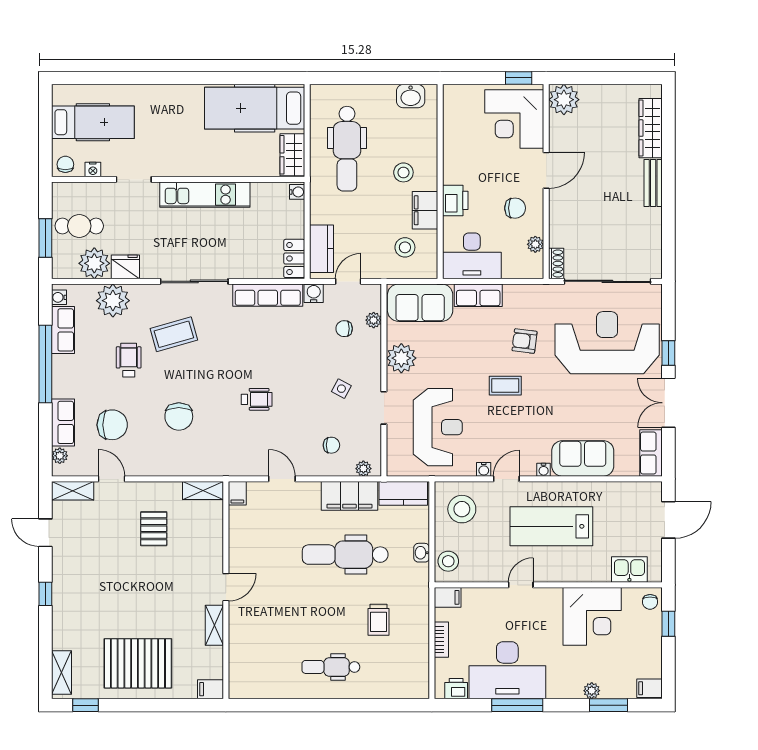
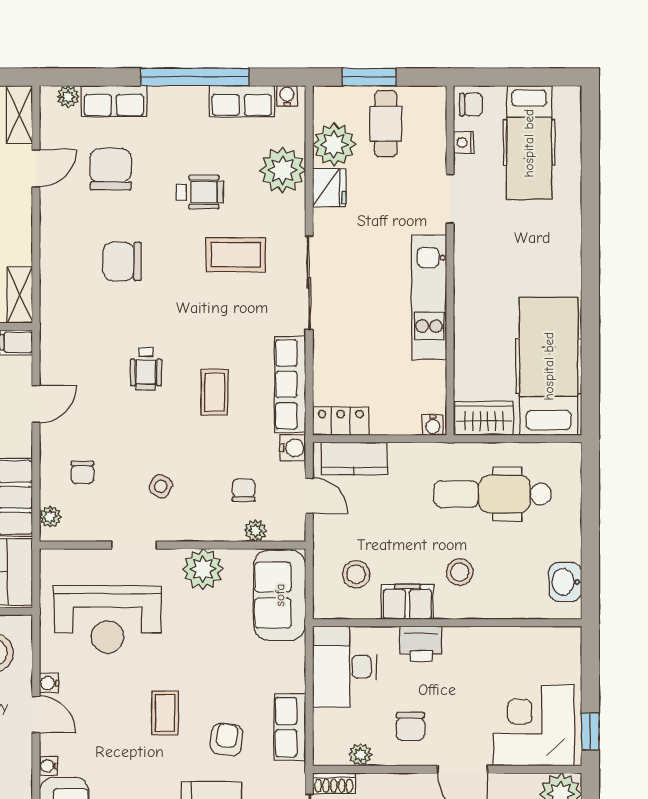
row of seats: (478, 295) -> (290, 727), moved
coffee table: (174, 334) -> (236, 255), turned -74
coffee table: (273, 350) -> (215, 392), added
chair: (112, 425) -> (111, 169), turned 180

